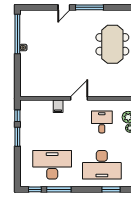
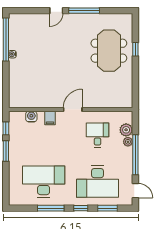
water cooler: (41, 105) -> (31, 117), added
window: (35, 189) -> (81, 208), moved

